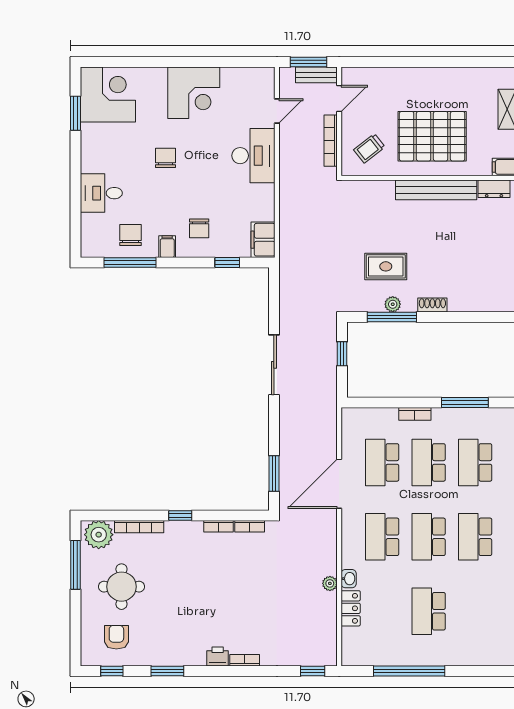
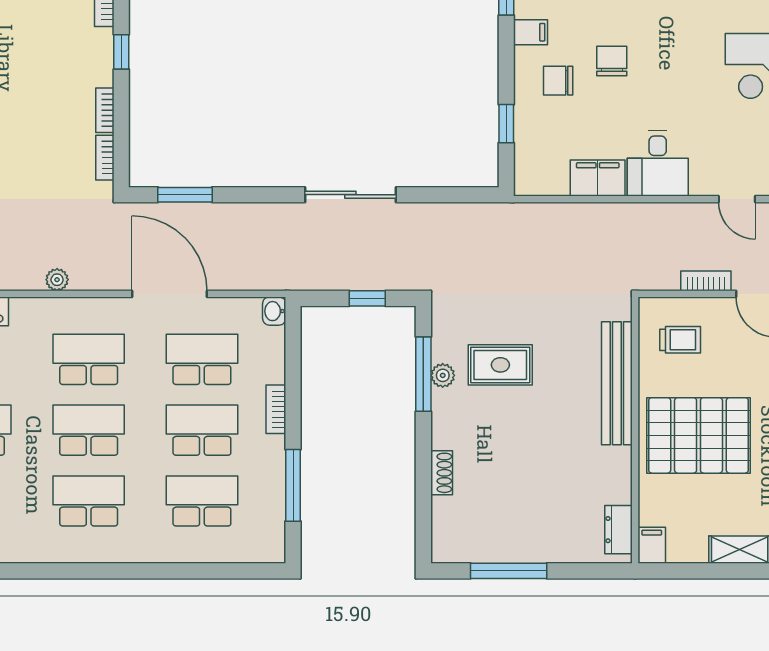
pallet: (432, 136) -> (698, 435), turned 90
bookcase: (331, 141) -> (706, 281), width x0.64
trolley: (369, 148) -> (680, 340), turned 128
desk: (253, 156) -> (658, 163), width x0.73
chair: (166, 158) -> (612, 61), moved, turned -90
bench: (436, 190) -> (617, 383), moved
filing cabinet: (263, 240) -> (598, 178), moved
rug: (386, 266) -> (500, 365), turned 90
shoe rack: (432, 305) -> (442, 473), moved
washbasin: (349, 579) -> (274, 311), moved, turned 90
plant: (330, 583) -> (57, 280), moved

